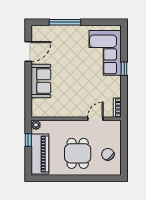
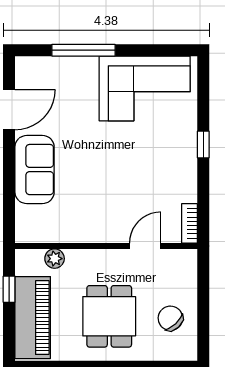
corner sofa: (105, 53) -> (145, 88), moved, turned -90
plant: (36, 125) -> (55, 259), moved

